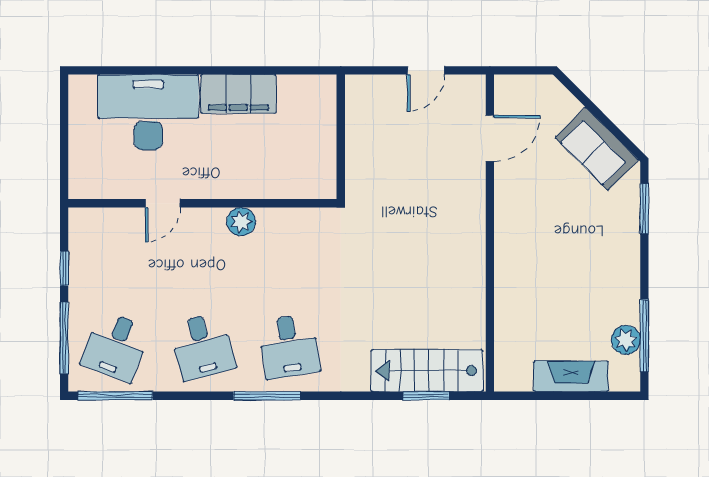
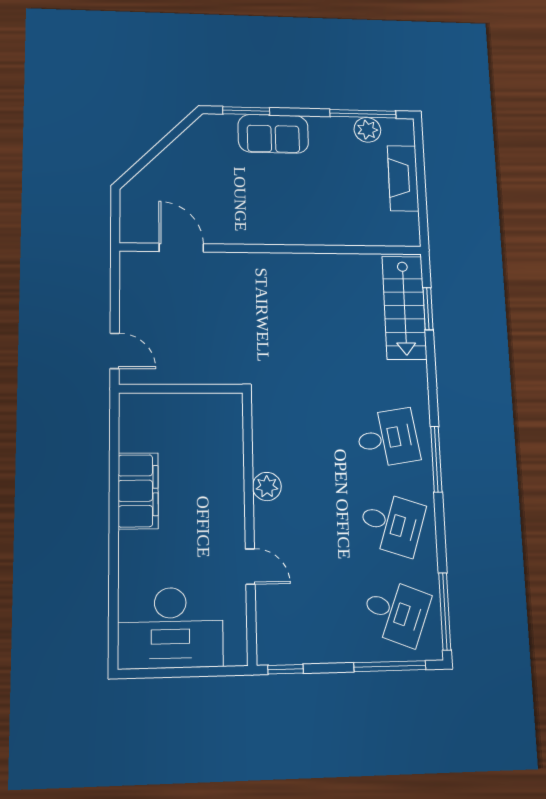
door: (426, 70) -> (115, 351), moved
desk: (148, 112) -> (170, 628), moved, turned -90
sofa: (597, 149) -> (273, 134), moved, turned 45
window: (64, 268) -> (286, 669), moved
desk: (202, 346) -> (392, 524), turned 33

